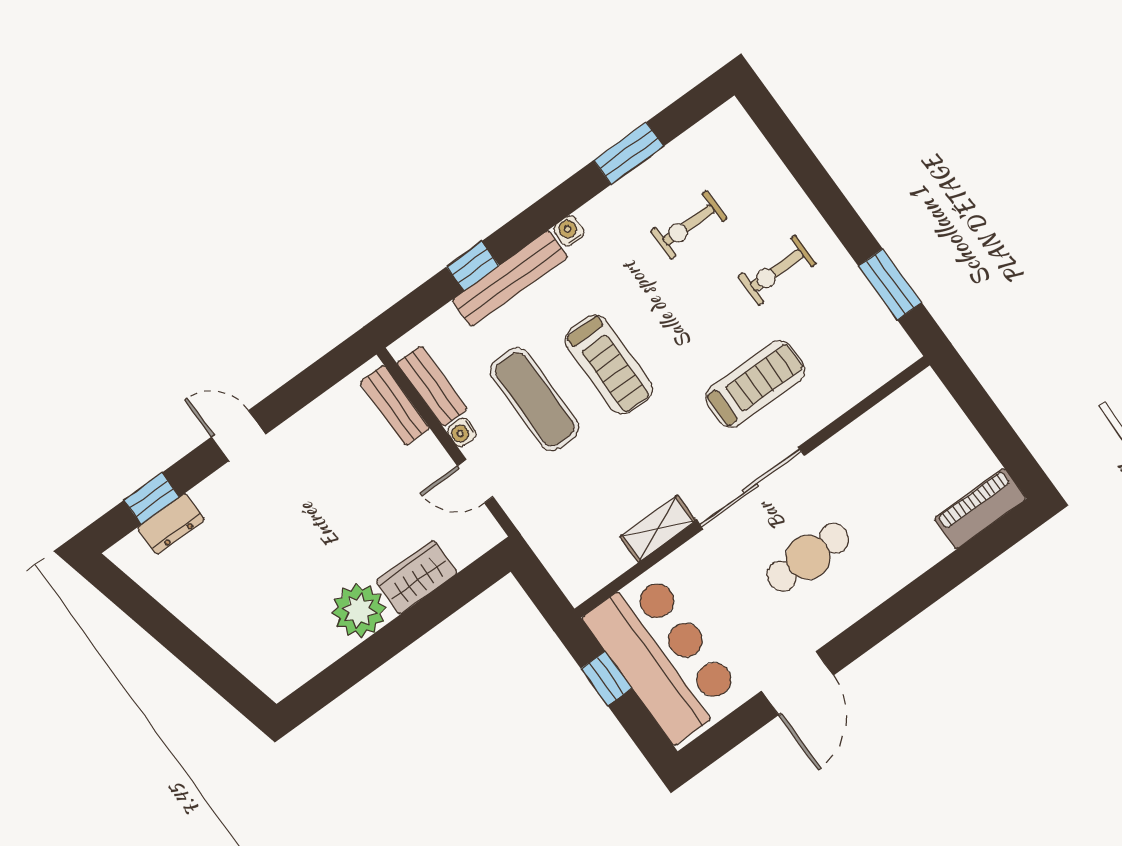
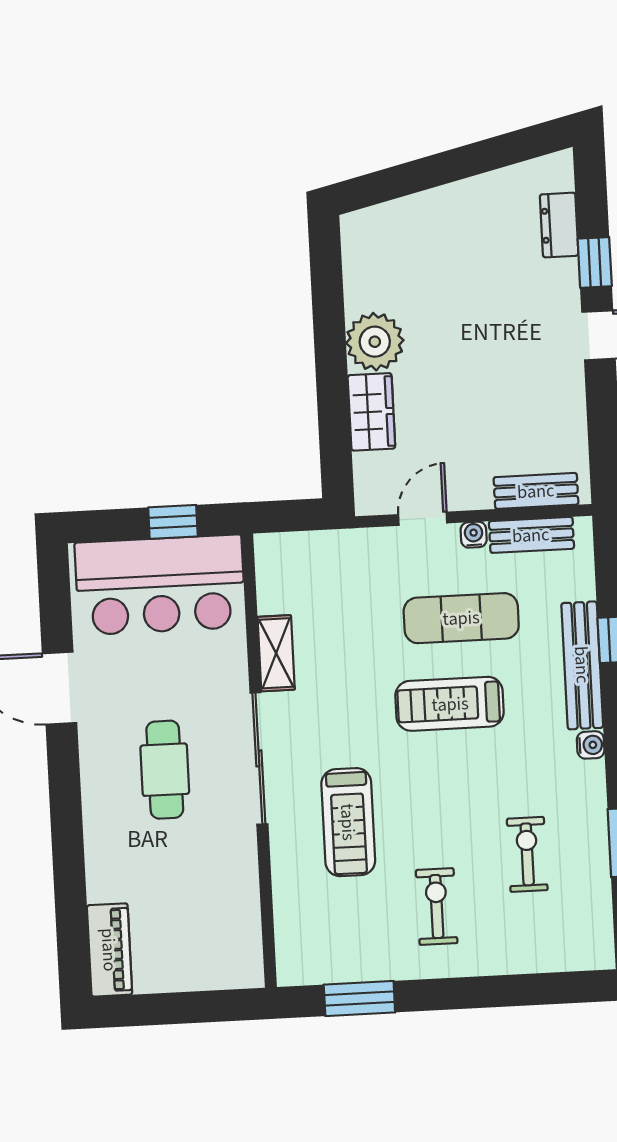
window: (152, 499) -> (595, 262), moved

